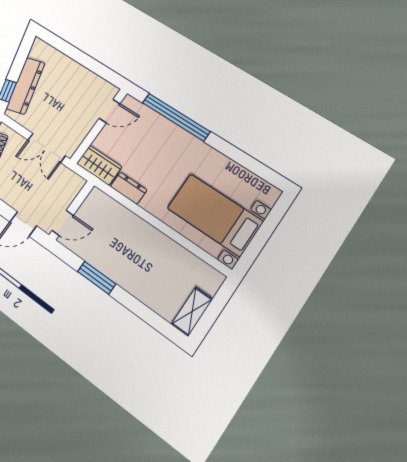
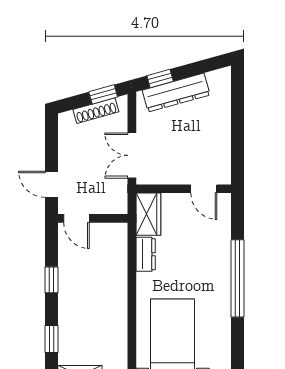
window: (176, 117) -> (238, 278), moved
window: (97, 278) -> (52, 280), width x0.67
window: (145, 313) -> (52, 339), added

